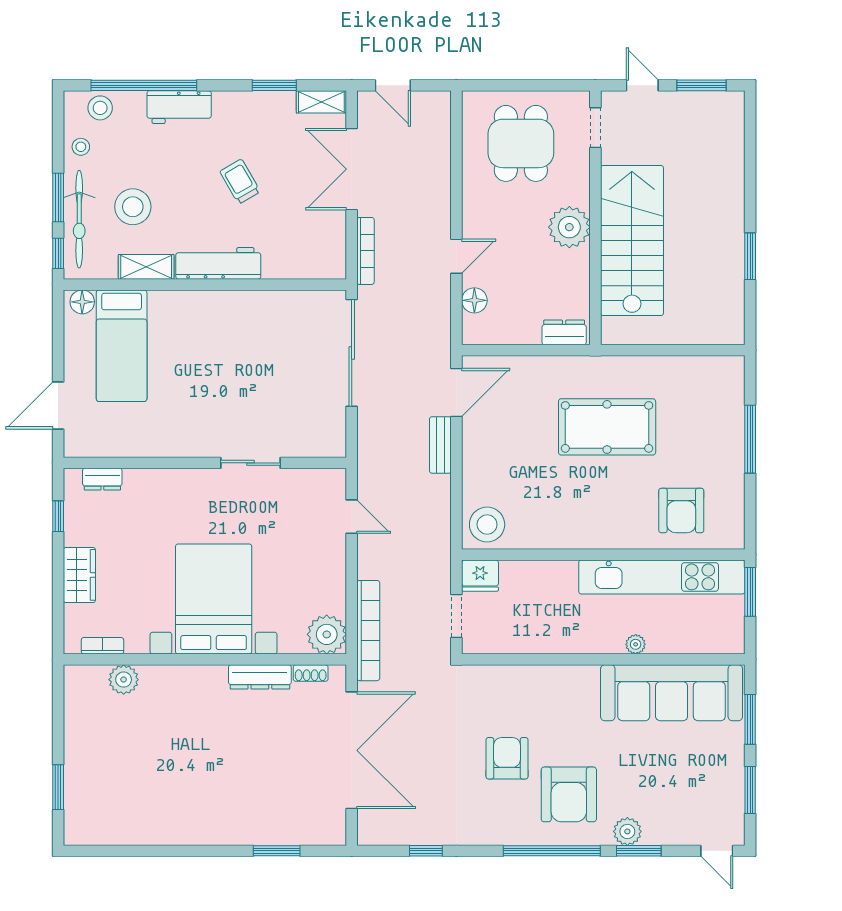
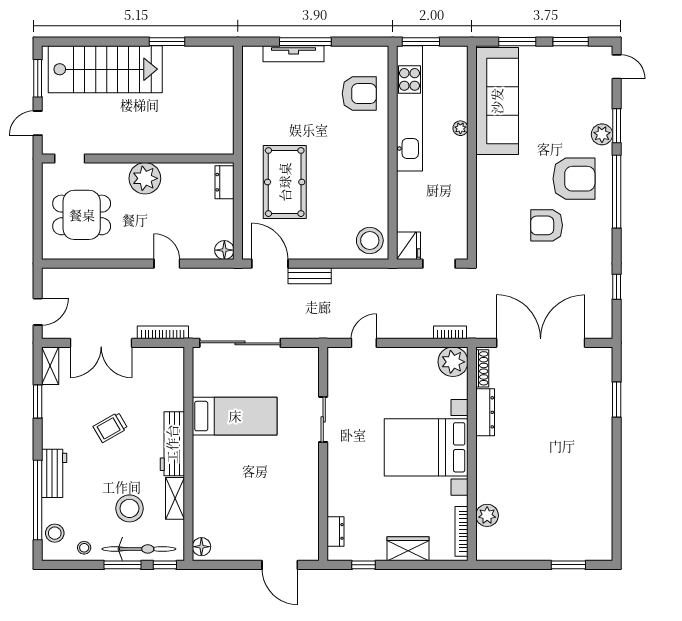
stairs: (632, 240) -> (105, 69), moved, turned 180
floor lamp: (474, 300) -> (224, 250), moved
bed: (122, 346) -> (235, 416), moved
tv unit: (734, 424) -> (294, 54), added
pool table: (607, 427) -> (285, 182), moved
bookcase: (368, 631) -> (450, 332), width x0.43, depth x0.76
bookcase: (102, 646) -> (461, 531), width x1.56
shoe rack: (311, 673) -> (482, 368), width x1.43
door: (717, 851) -> (617, 67), hinge flipped

